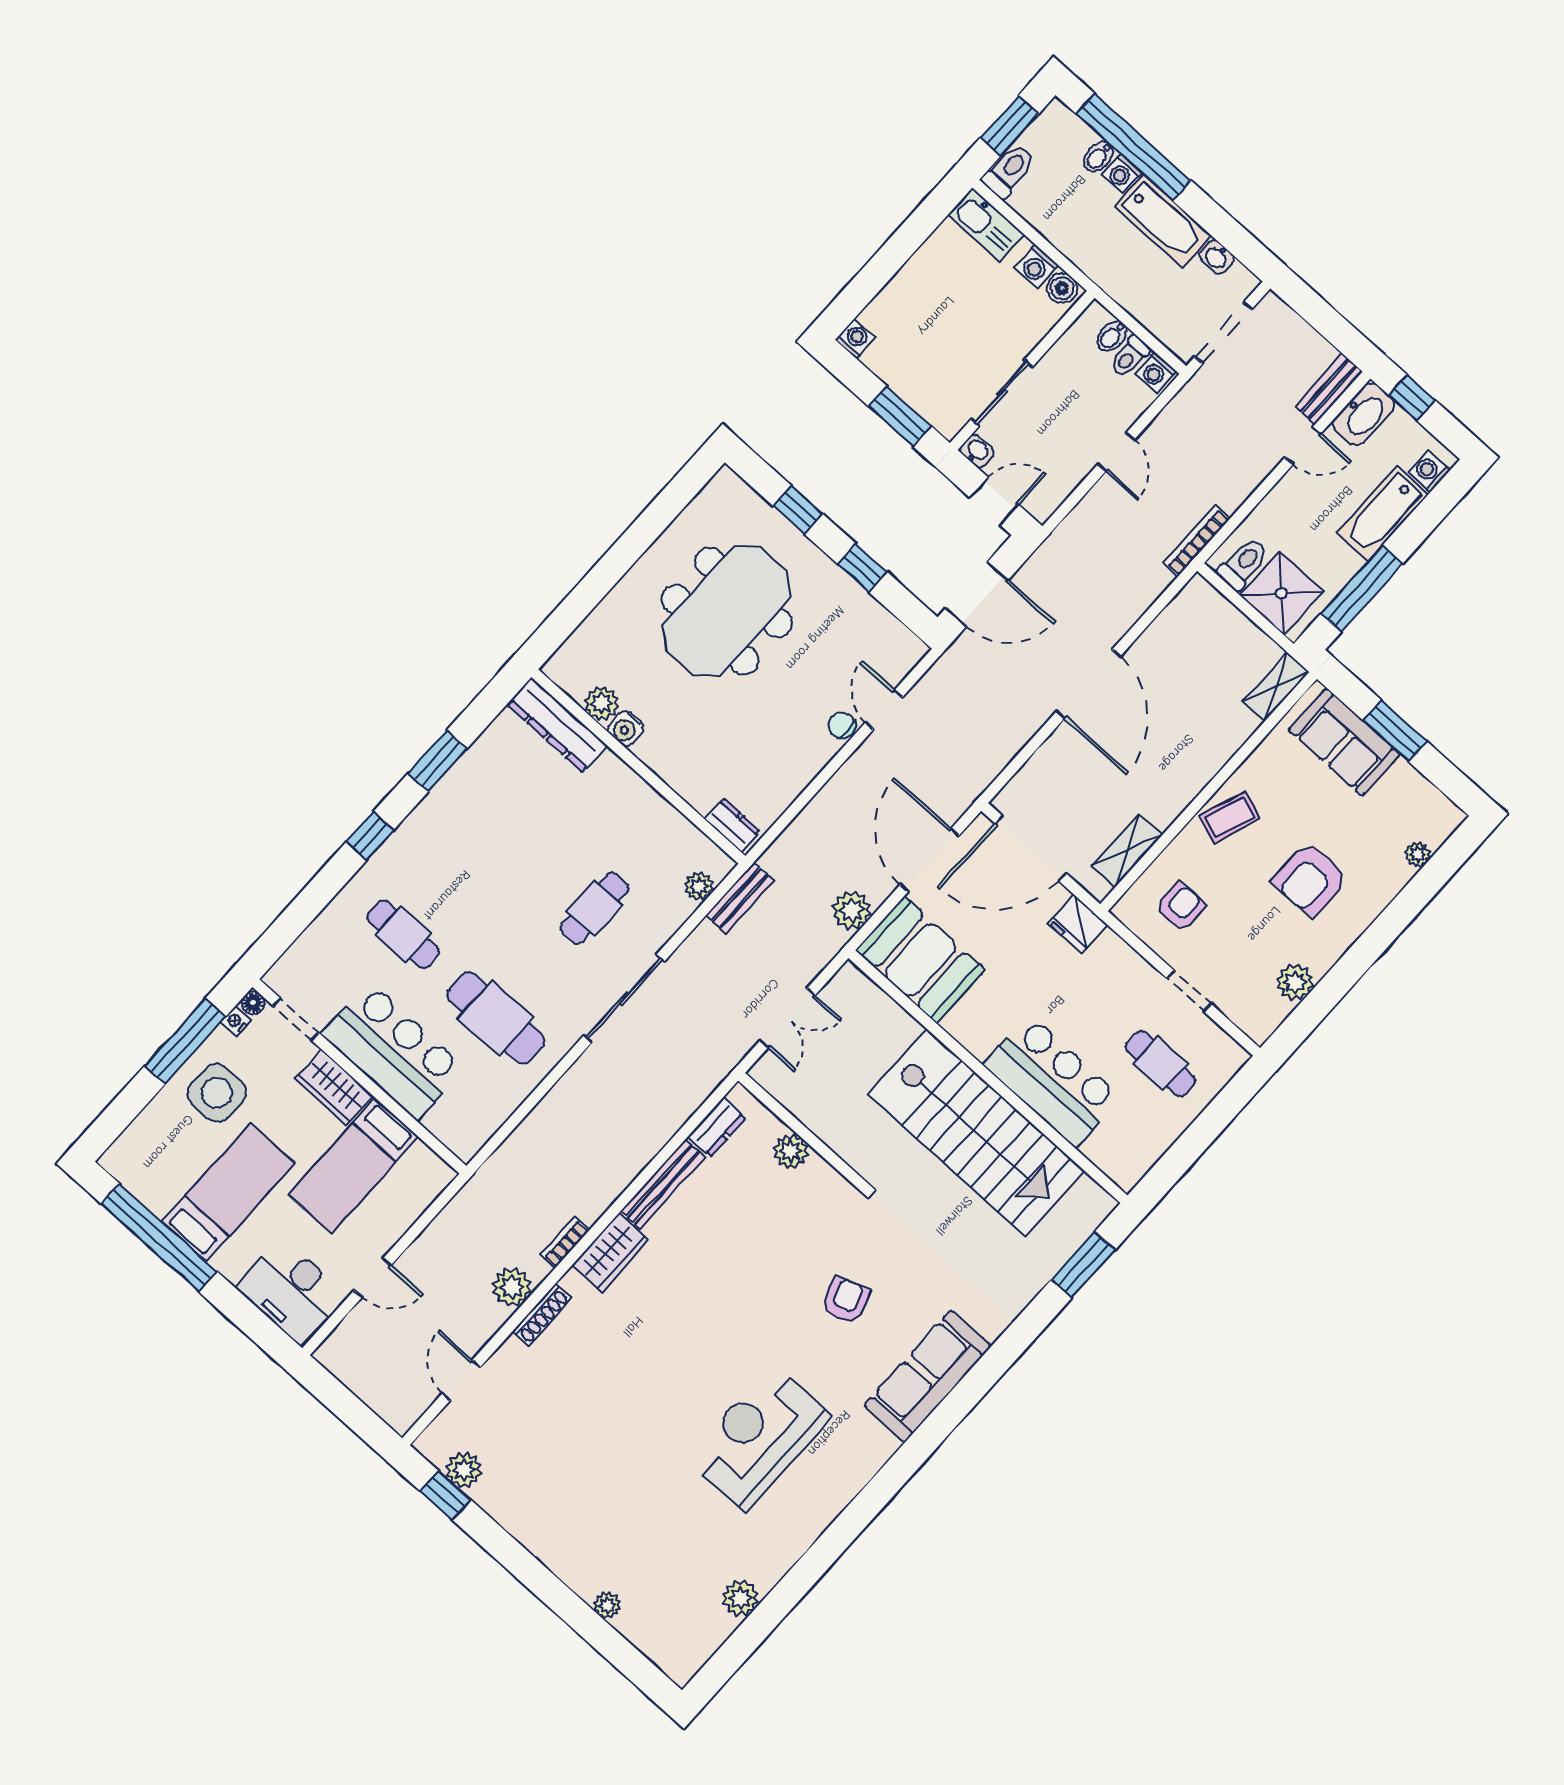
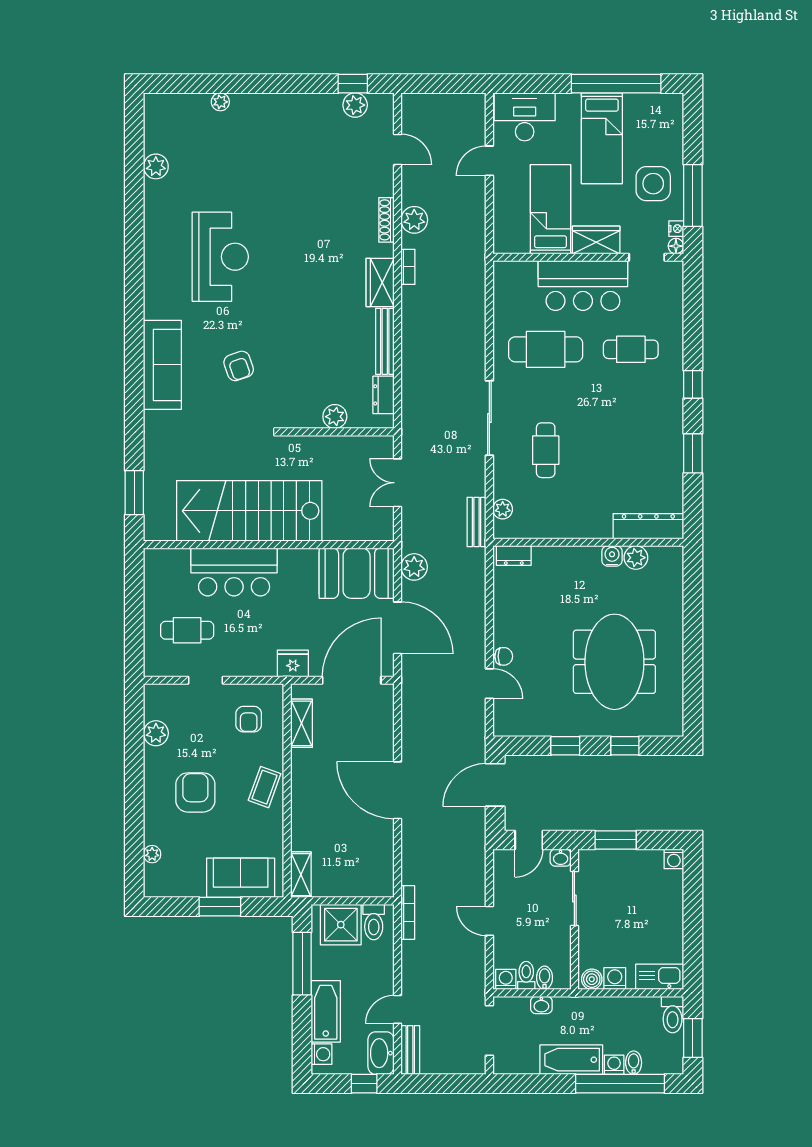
washbasin: (1217, 257) -> (541, 1005), moved, turned 180

